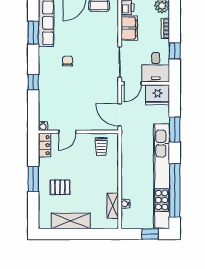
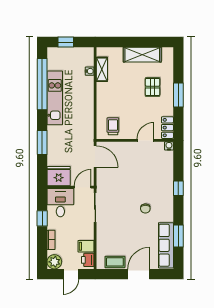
filing cabinet: (129, 28) -> (86, 246), width x0.50
kitchen unit: (162, 176) -> (55, 98), width x0.54
pallet: (60, 187) -> (153, 87), turned 90

